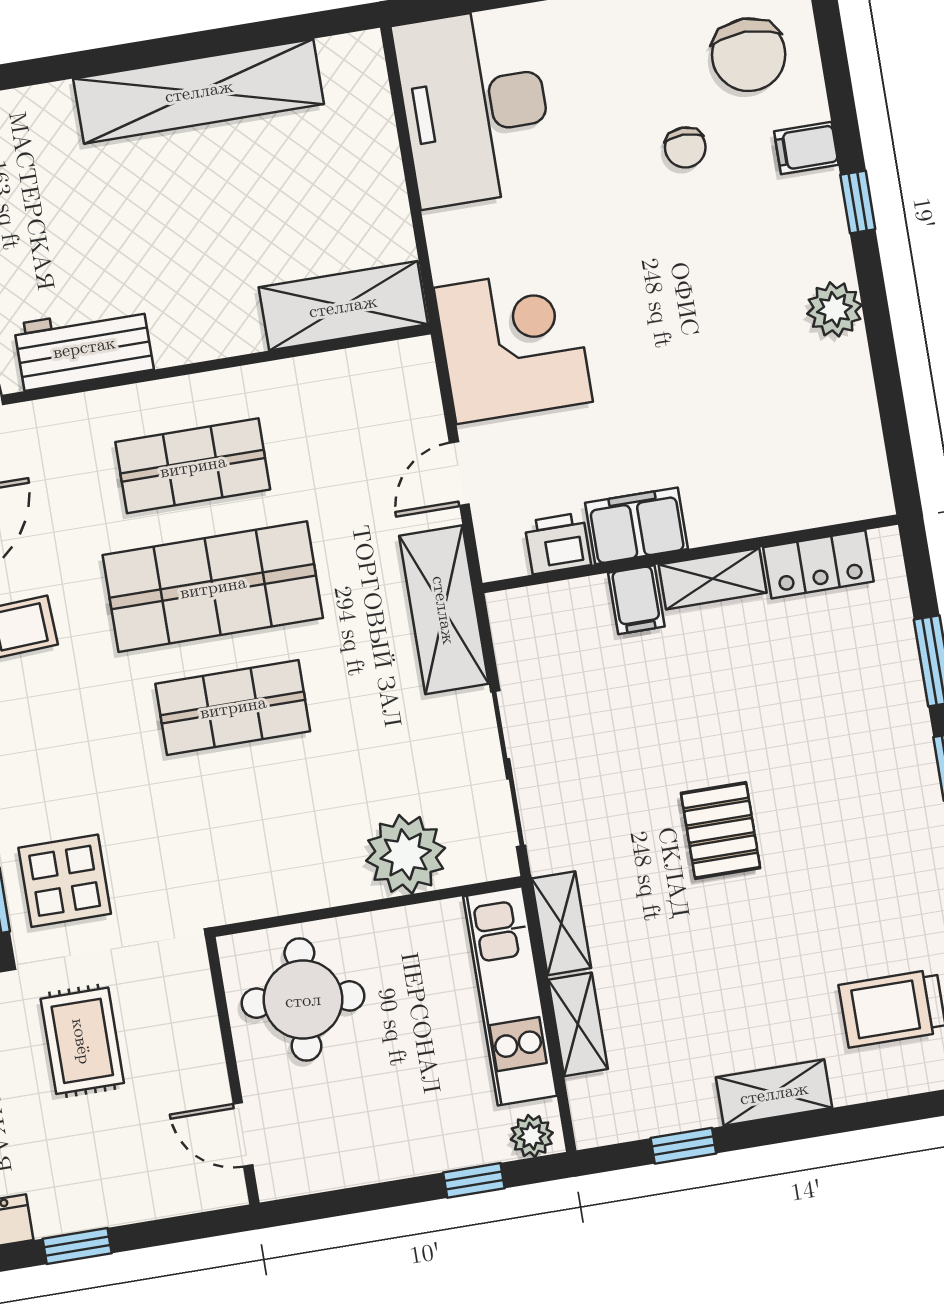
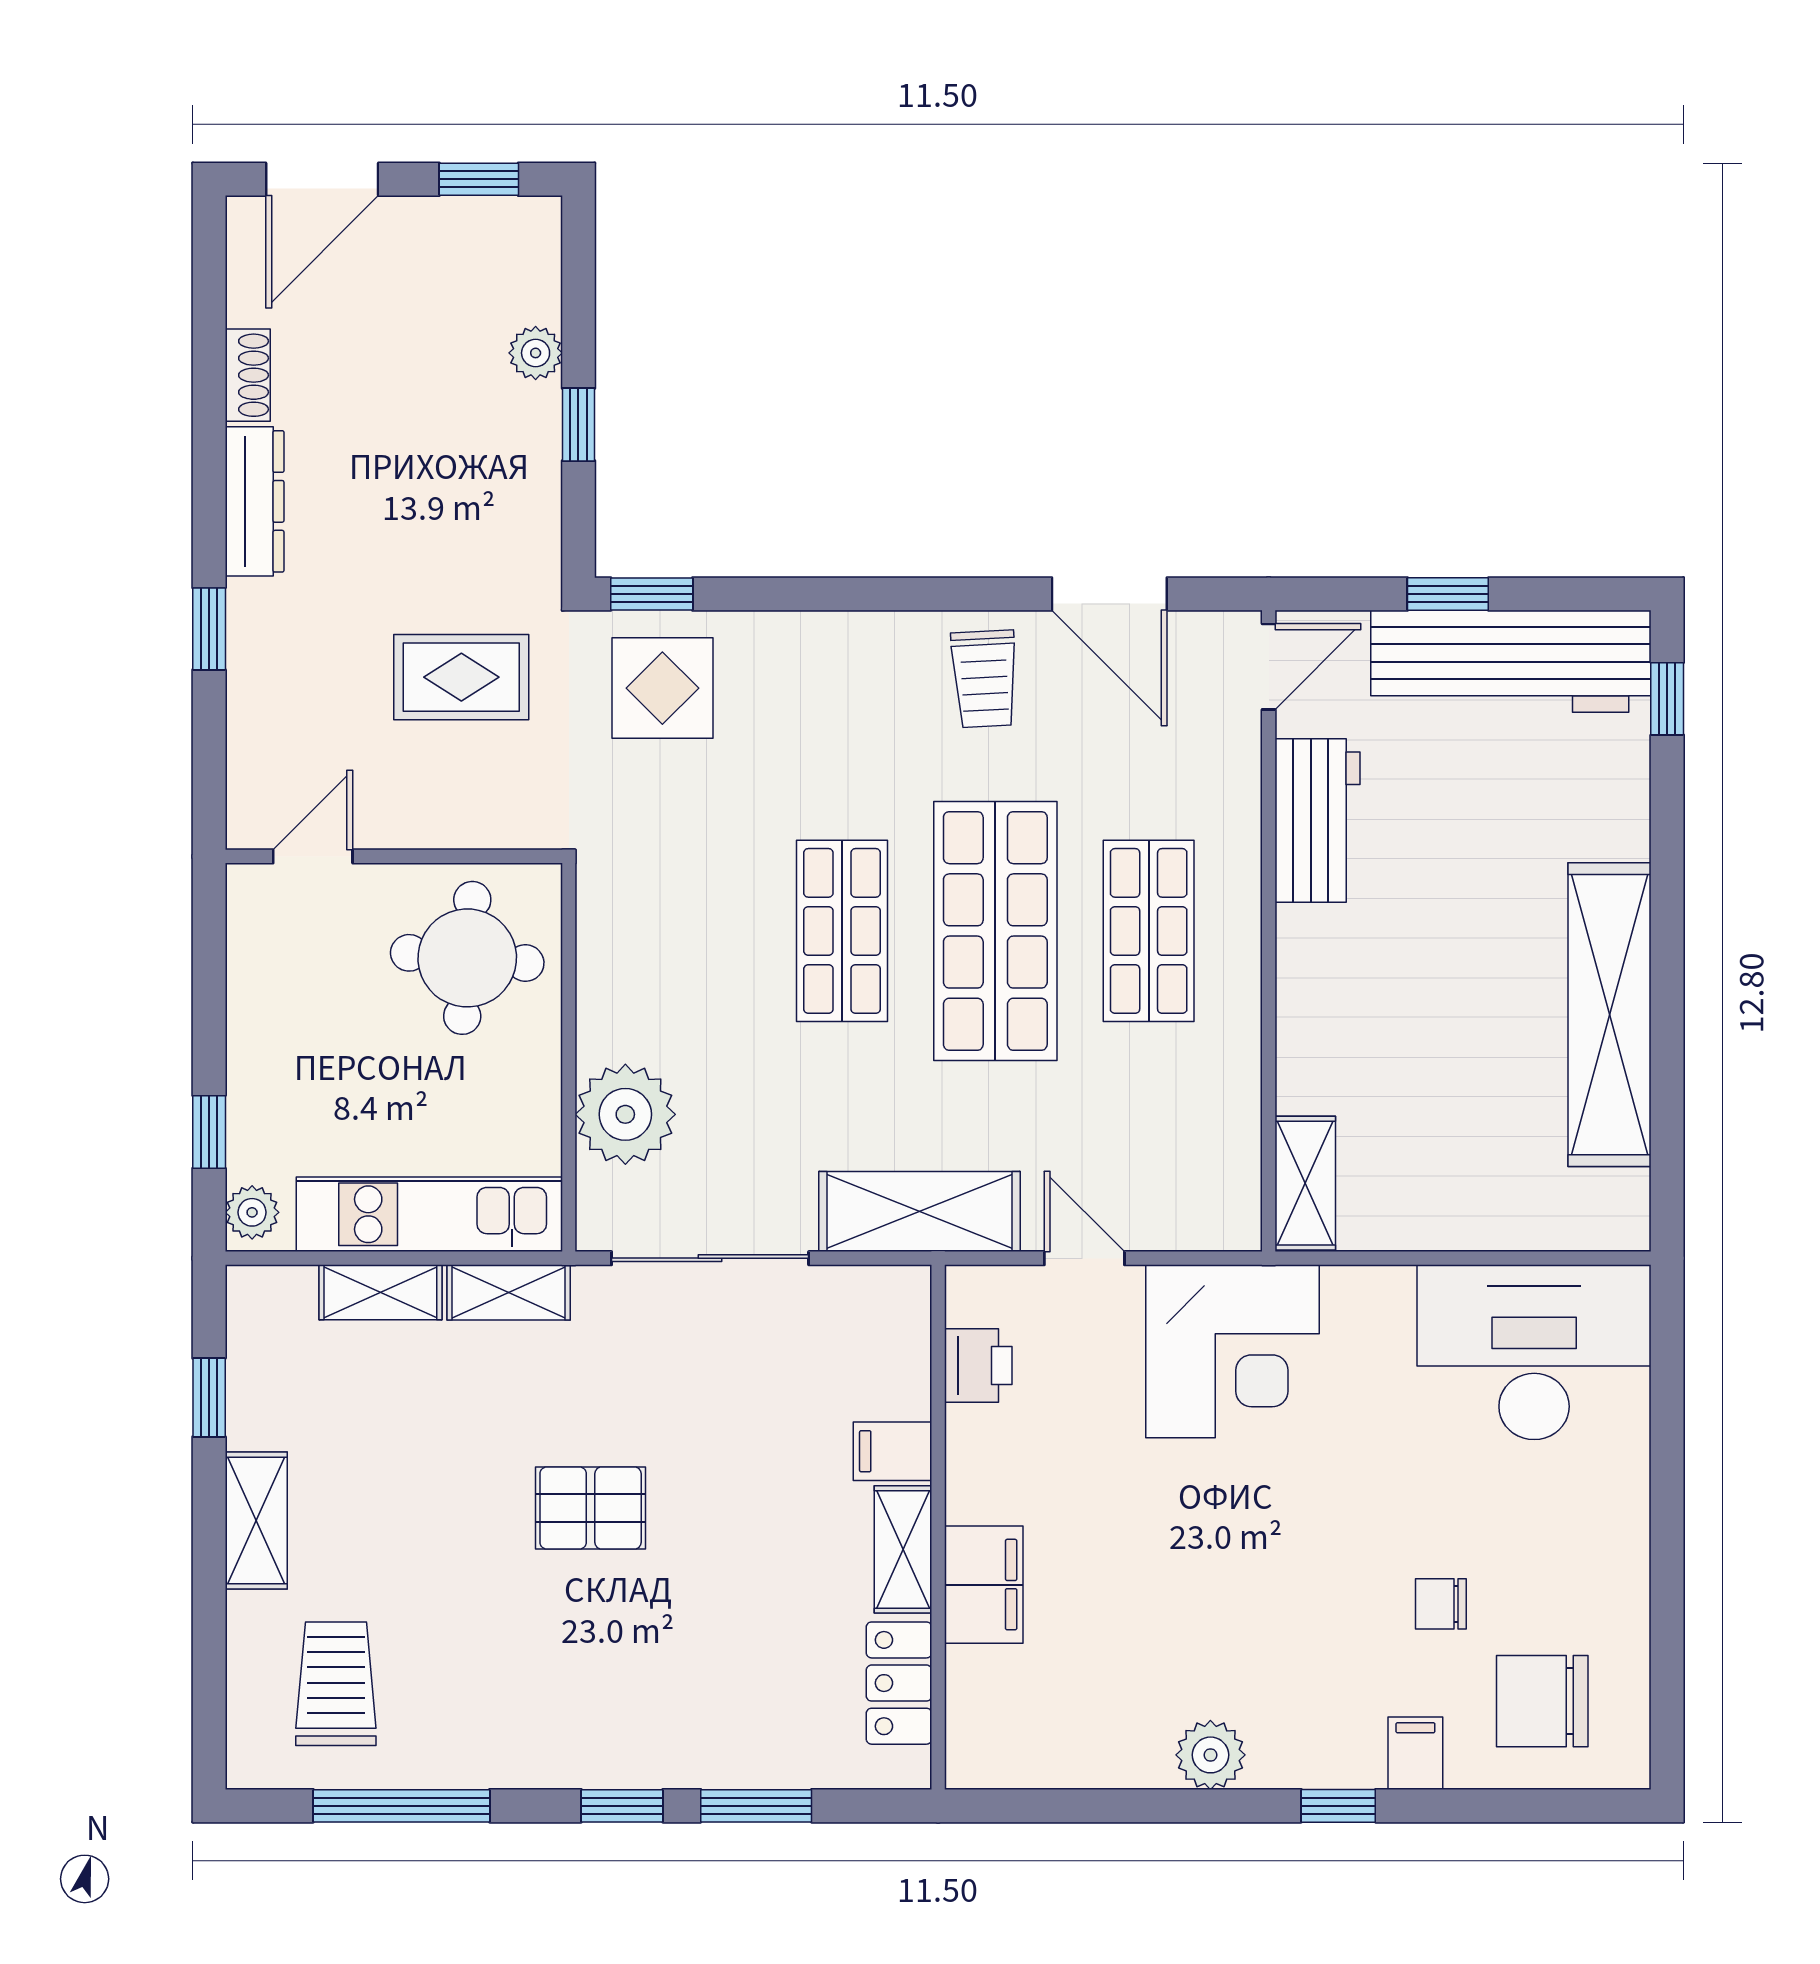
shelving: (343, 306) -> (1305, 1183), width x0.67, depth x0.75
filing cabinet: (636, 526) -> (984, 1585), moved

